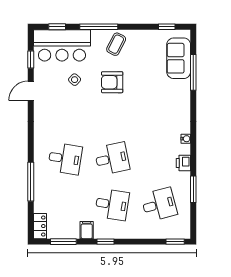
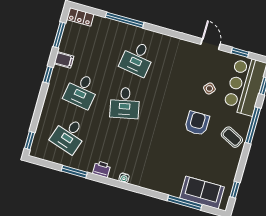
desk: (159, 205) -> (69, 135), turned 33

